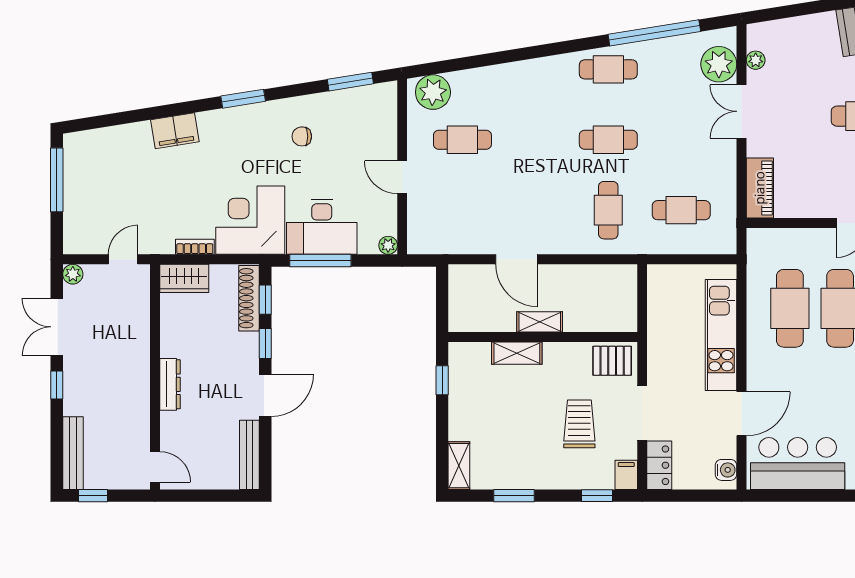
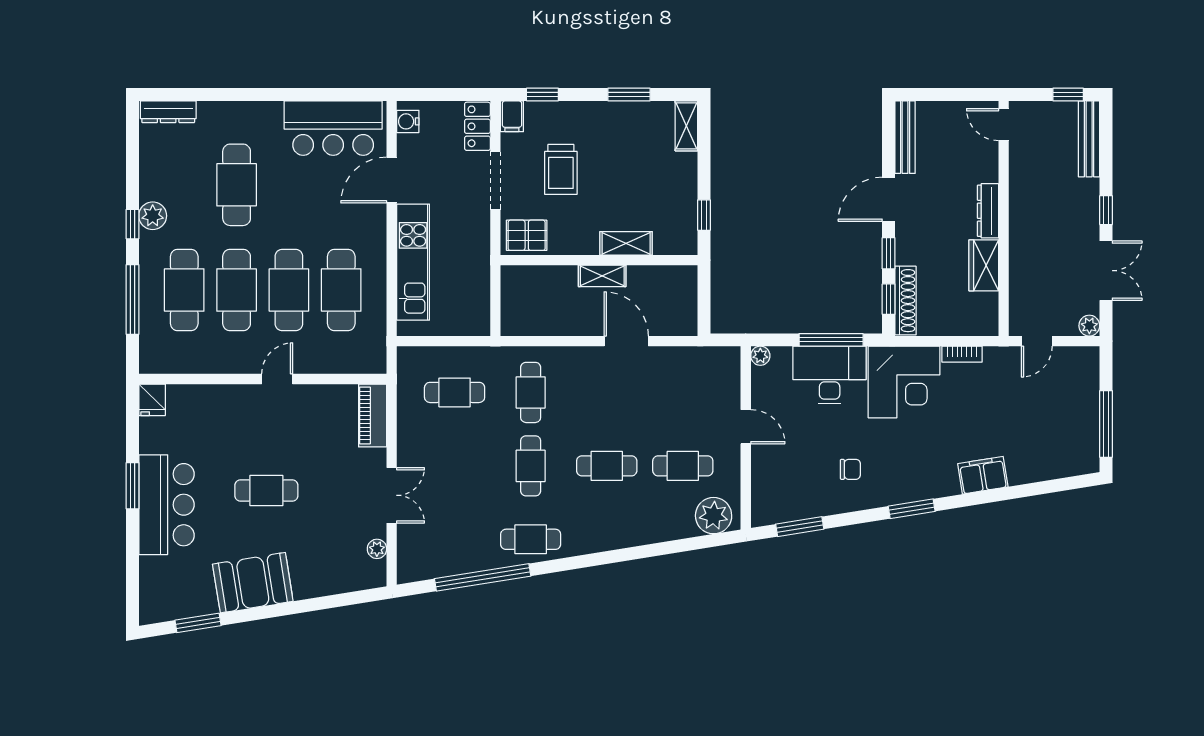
plant: (719, 64) -> (415, 545), removed
cafe table: (535, 140) -> (607, 466), added
cafe table: (608, 140) -> (531, 466), turned 90
wardrobe: (184, 278) -> (984, 265), moved, turned -90

